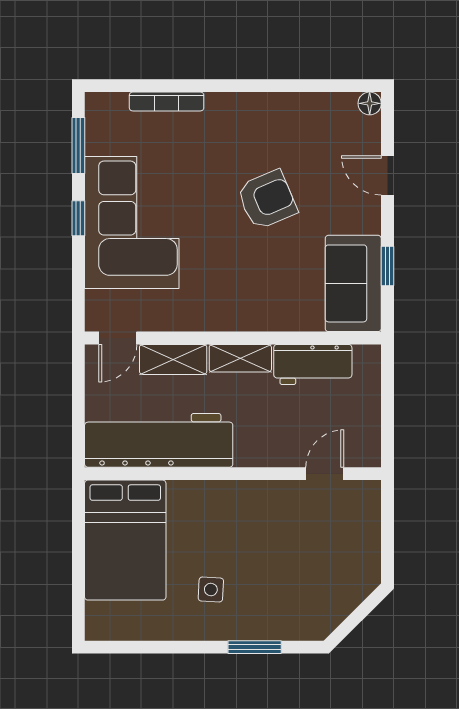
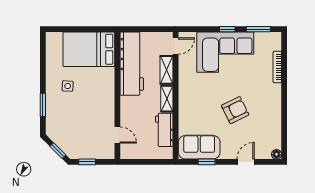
armchair: (267, 200) -> (235, 110), turned -93
door: (118, 338) -> (176, 46), swing flipped
window: (387, 544) -> (87, 162), added
window: (361, 612) -> (58, 151), added

